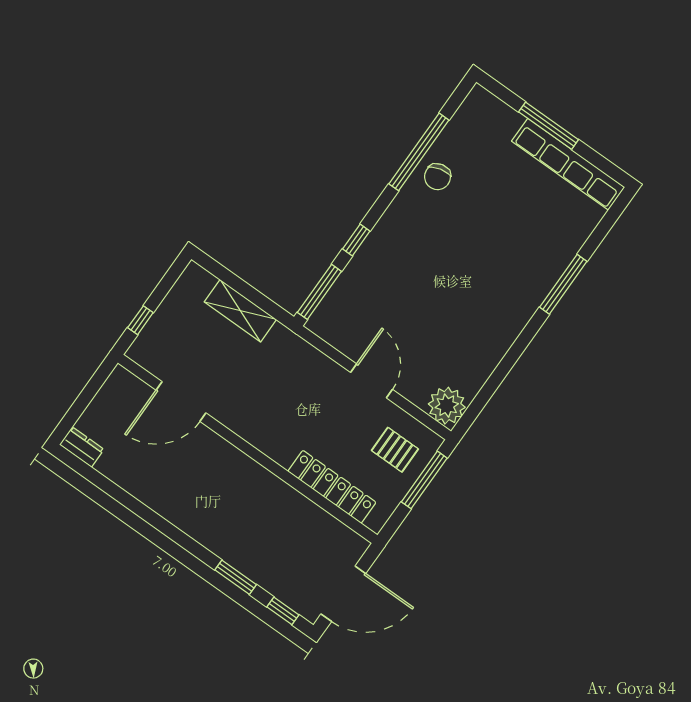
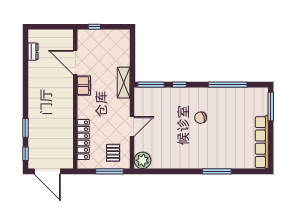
window: (549, 126) -> (271, 106), moved
chair: (438, 177) -> (201, 118), moved
shelving: (240, 311) -> (124, 83), moved
filing cabinet: (234, 416) -> (84, 86), added
dresser: (82, 447) -> (33, 52), moved

